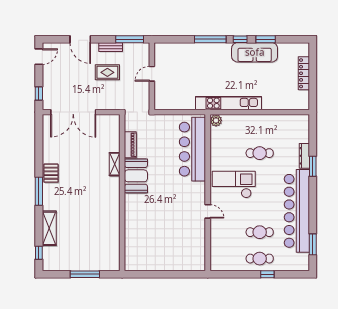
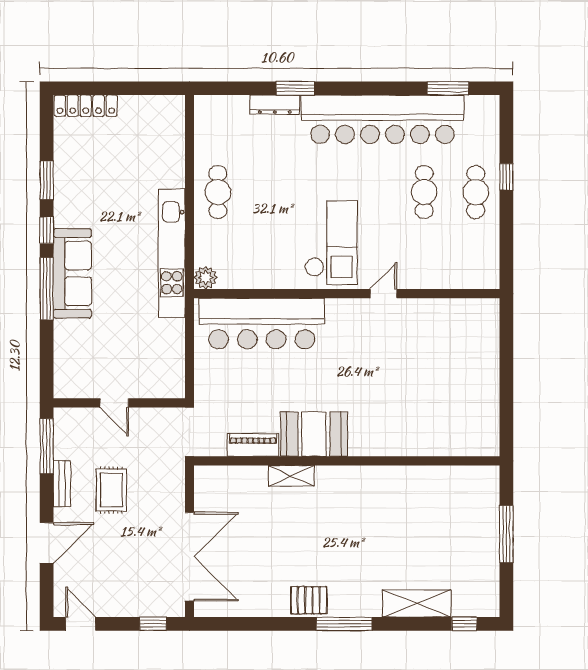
sofa: (255, 52) -> (72, 273), moved
locker: (304, 73) -> (86, 106), moved
cafe table: (260, 153) -> (218, 192), moved
checkout: (234, 185) -> (331, 243), turned 180

